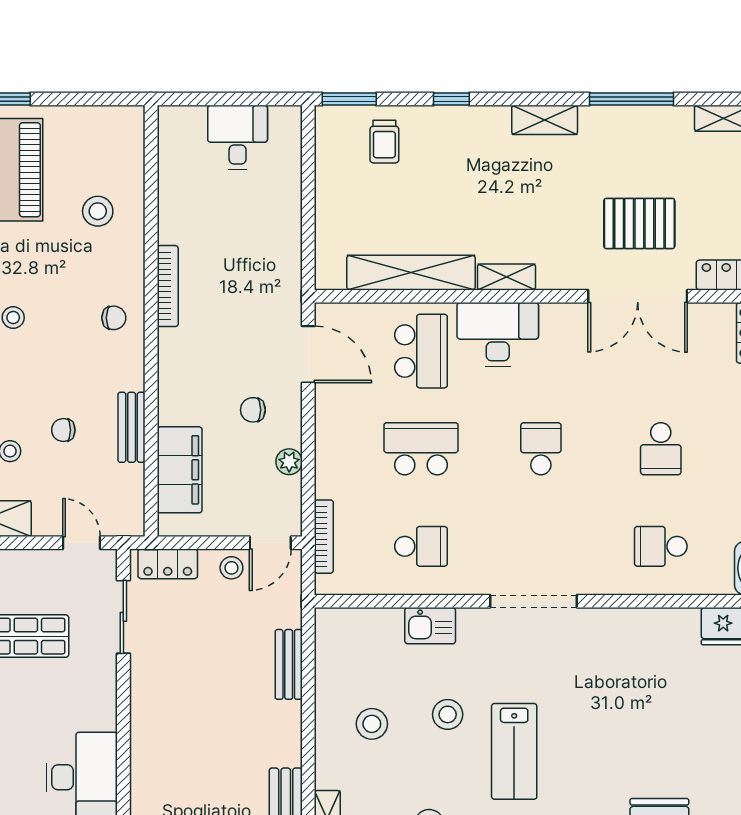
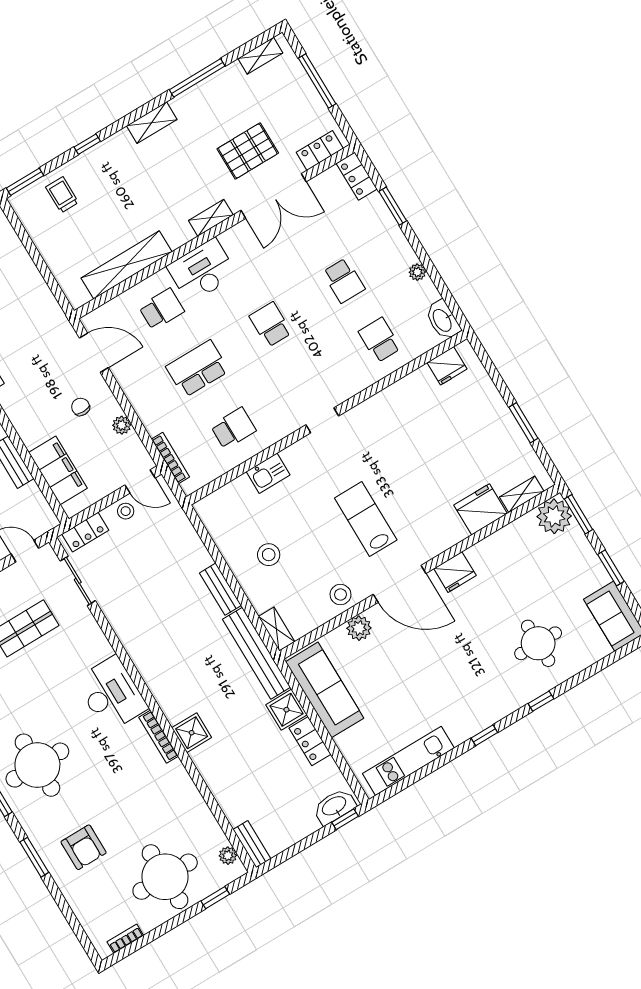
trolley: (384, 142) -> (62, 195), turned 180
shelving: (507, 277) -> (211, 218), moved
school desk: (421, 351) -> (161, 309), width x0.54
chair: (253, 410) -> (81, 407), turned 90
door: (270, 543) -> (140, 482), hinge flipped
school desk: (661, 546) -> (380, 340), turned 90
doorway: (534, 601) -> (322, 420), width x0.53
bench: (289, 664) -> (220, 589), moved
stool: (448, 714) -> (311, 521), removed
lab bench: (514, 751) -> (366, 519), turned 180

